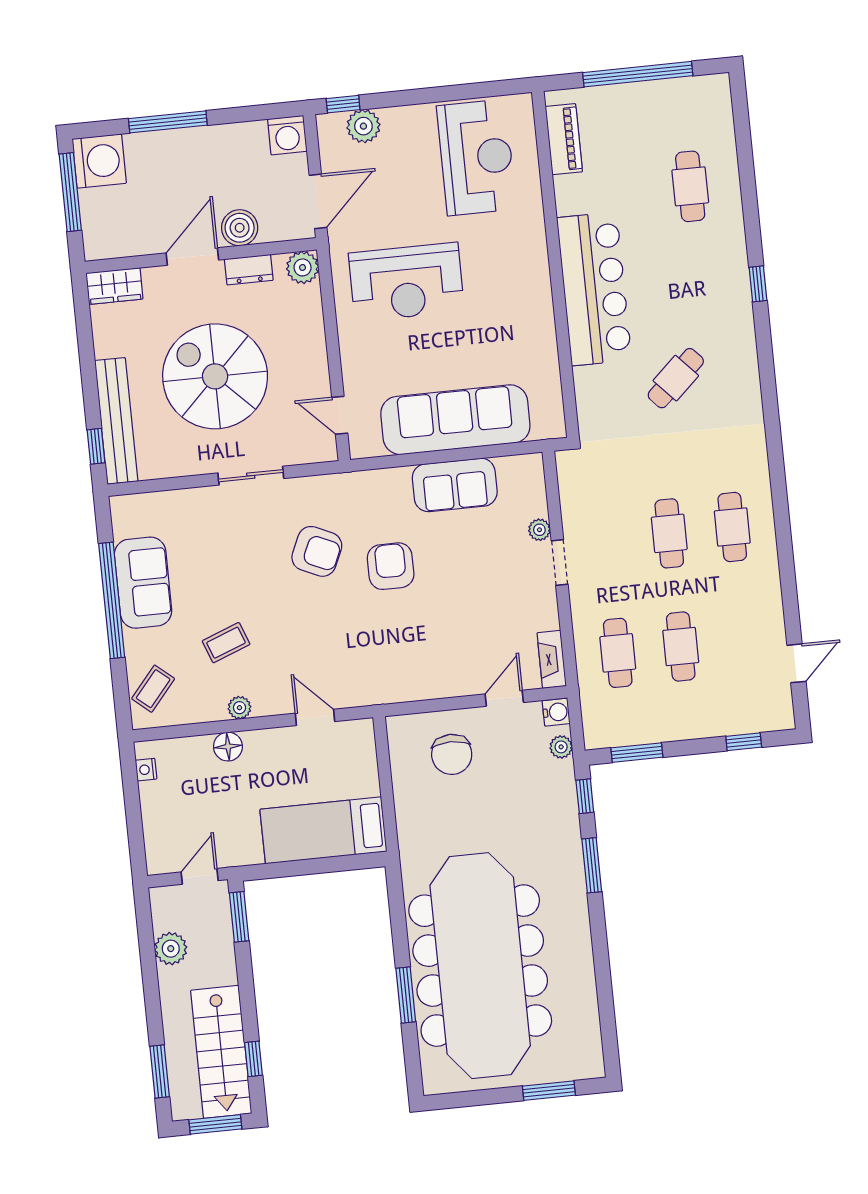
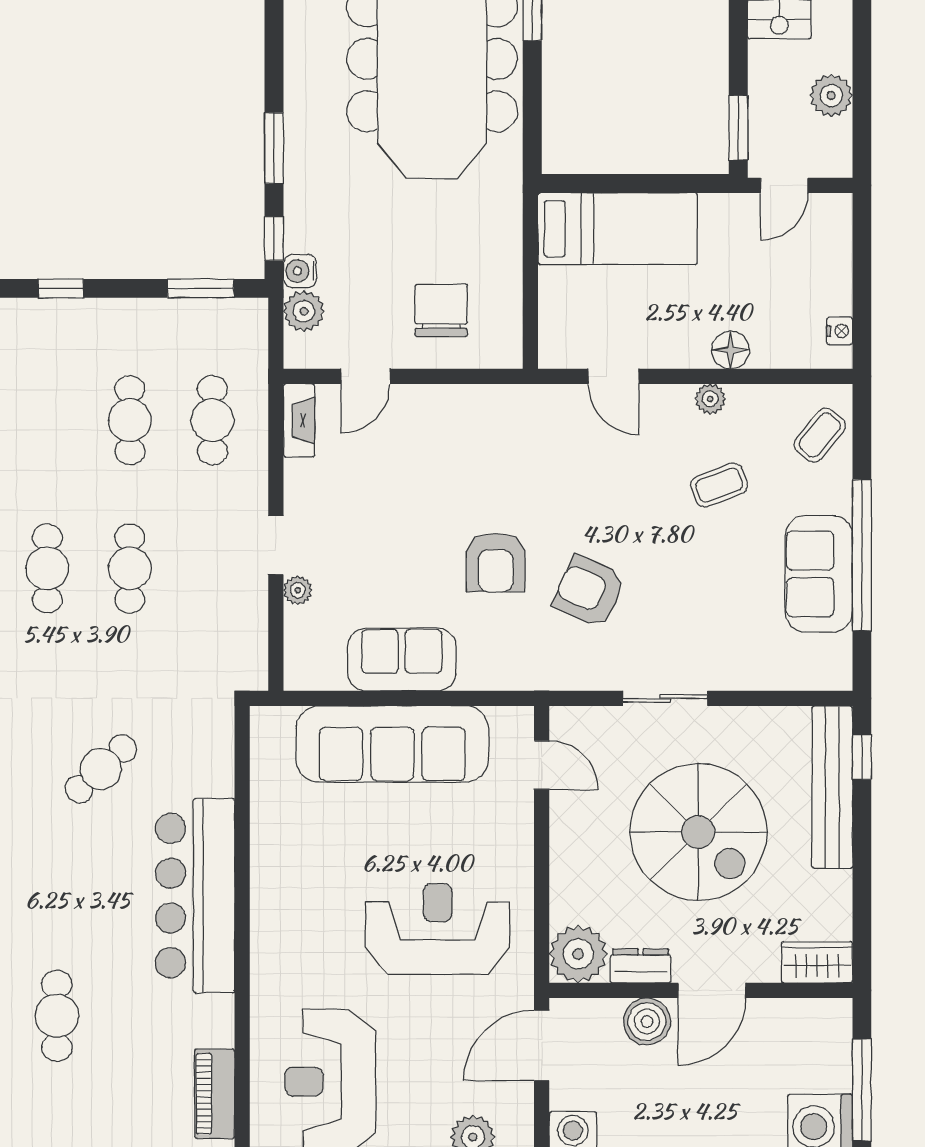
plant: (303, 267) -> (578, 954), width x1.36, depth x1.36
water cooler: (556, 712) -> (300, 271), moved
plant: (561, 747) -> (304, 311), width x1.38, depth x1.38

